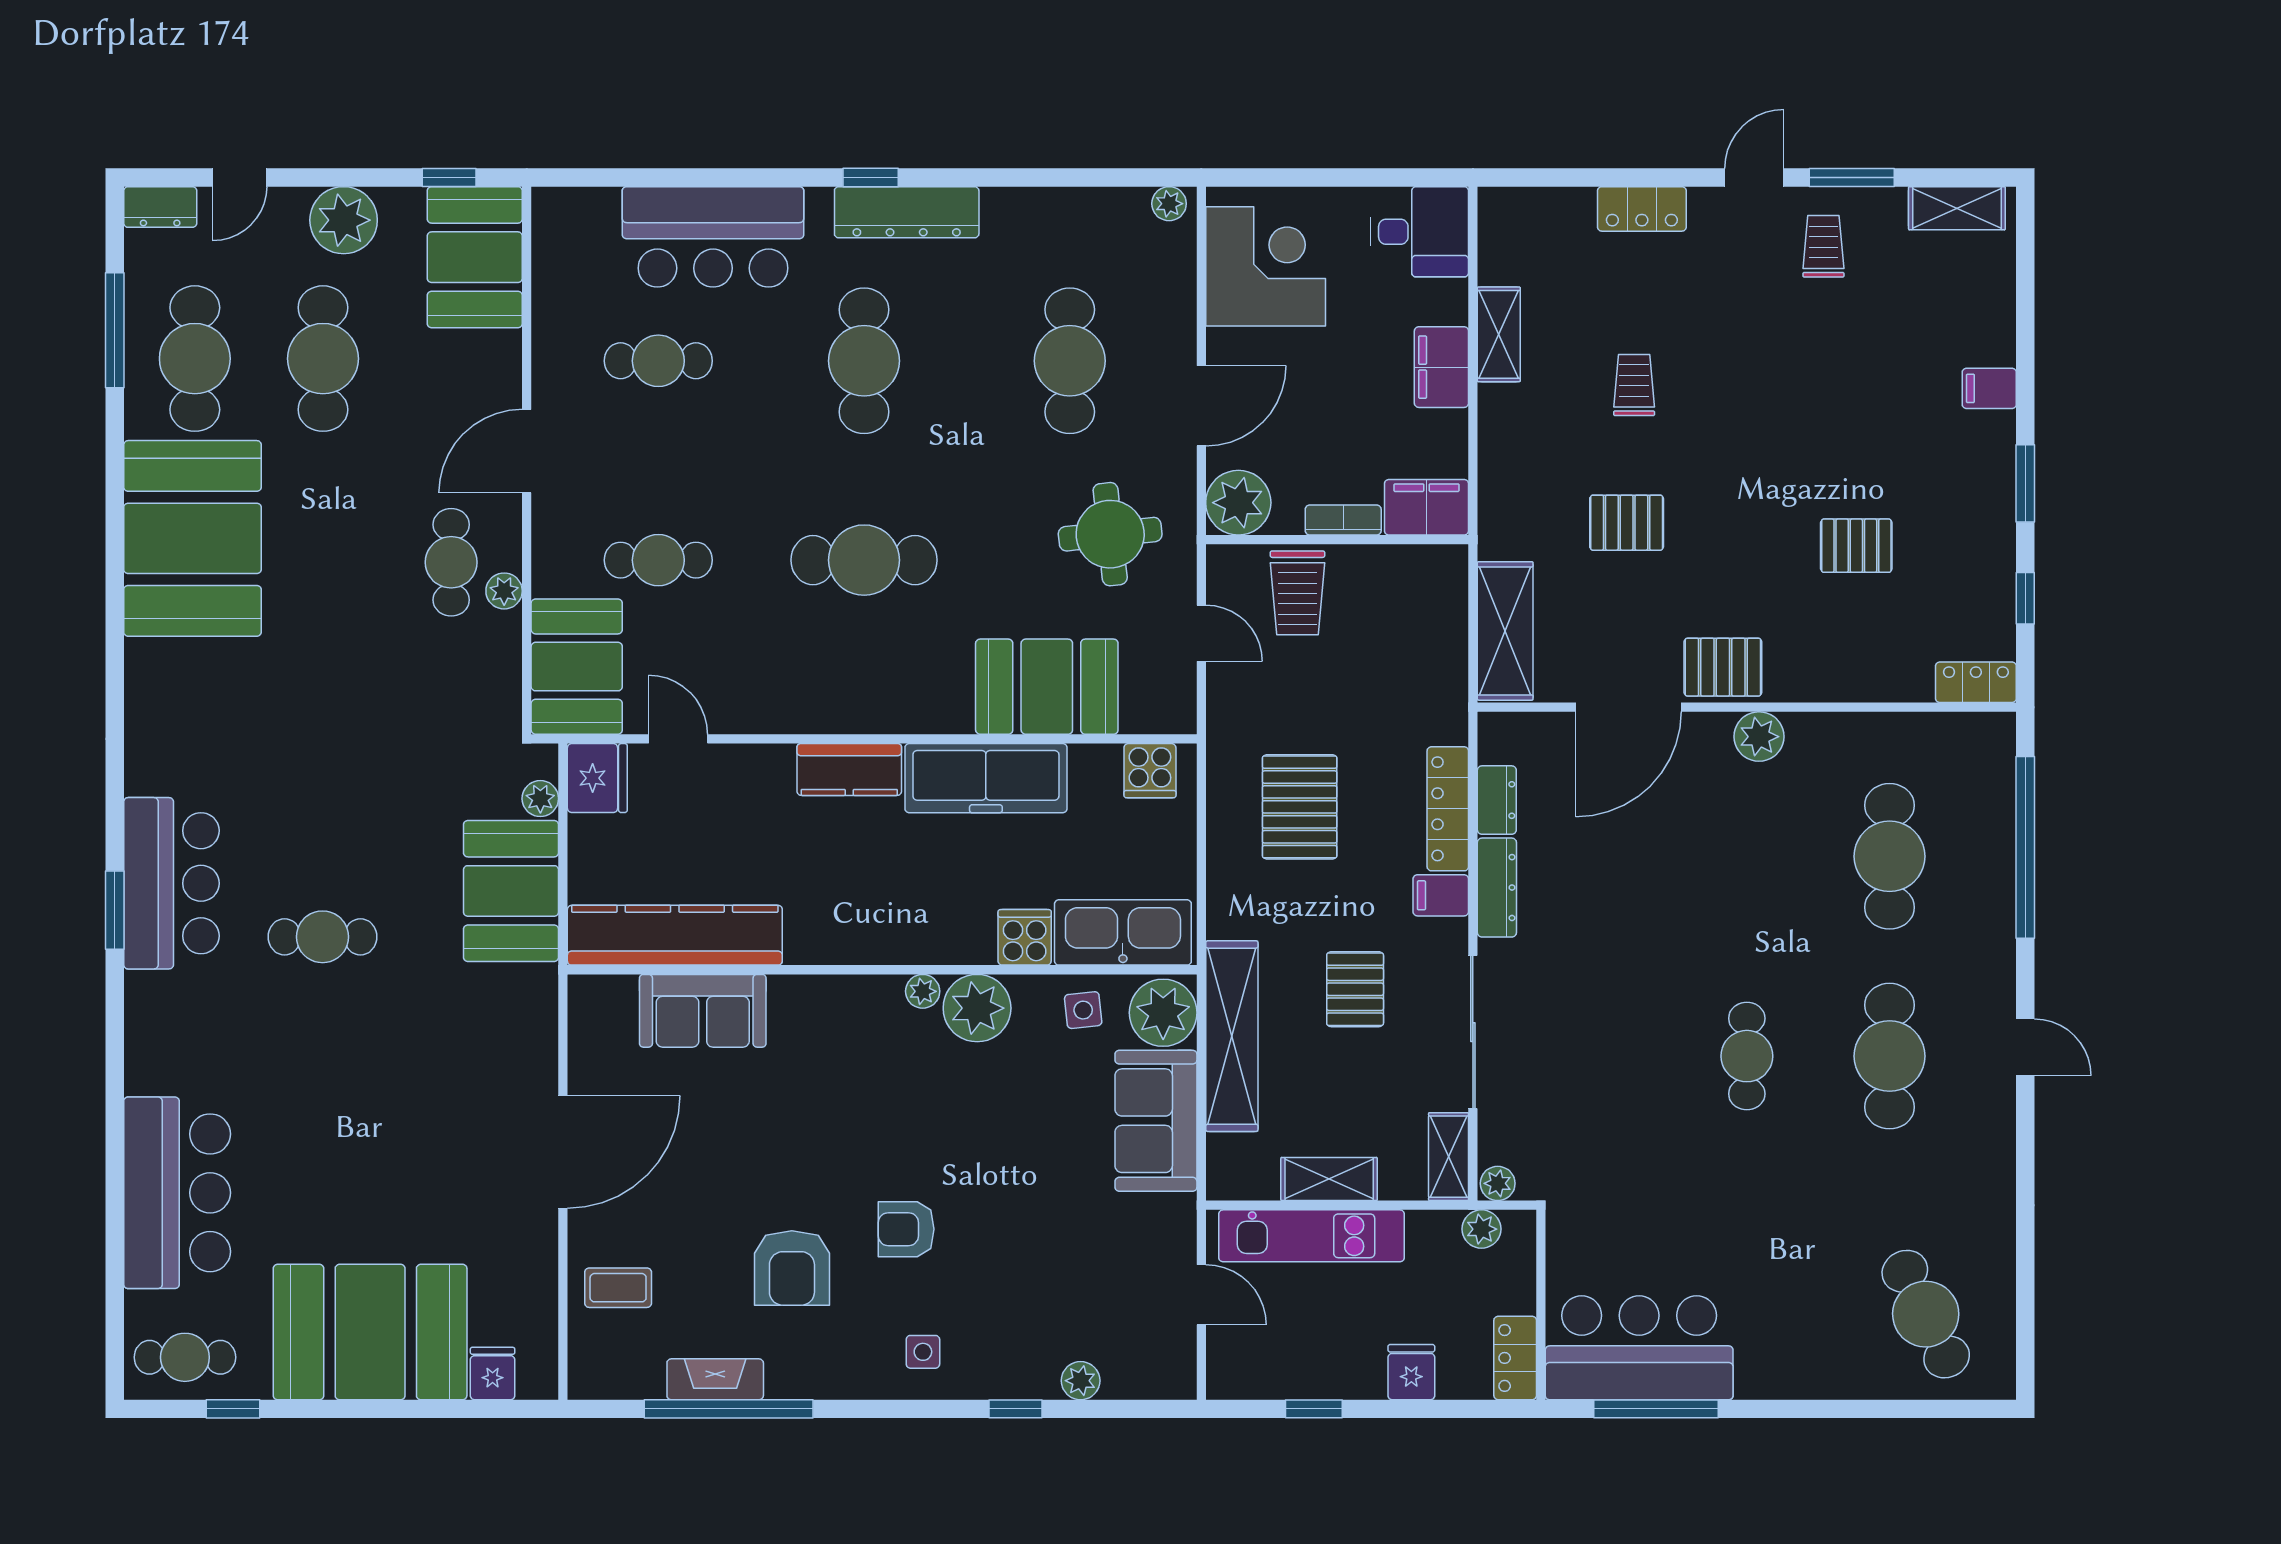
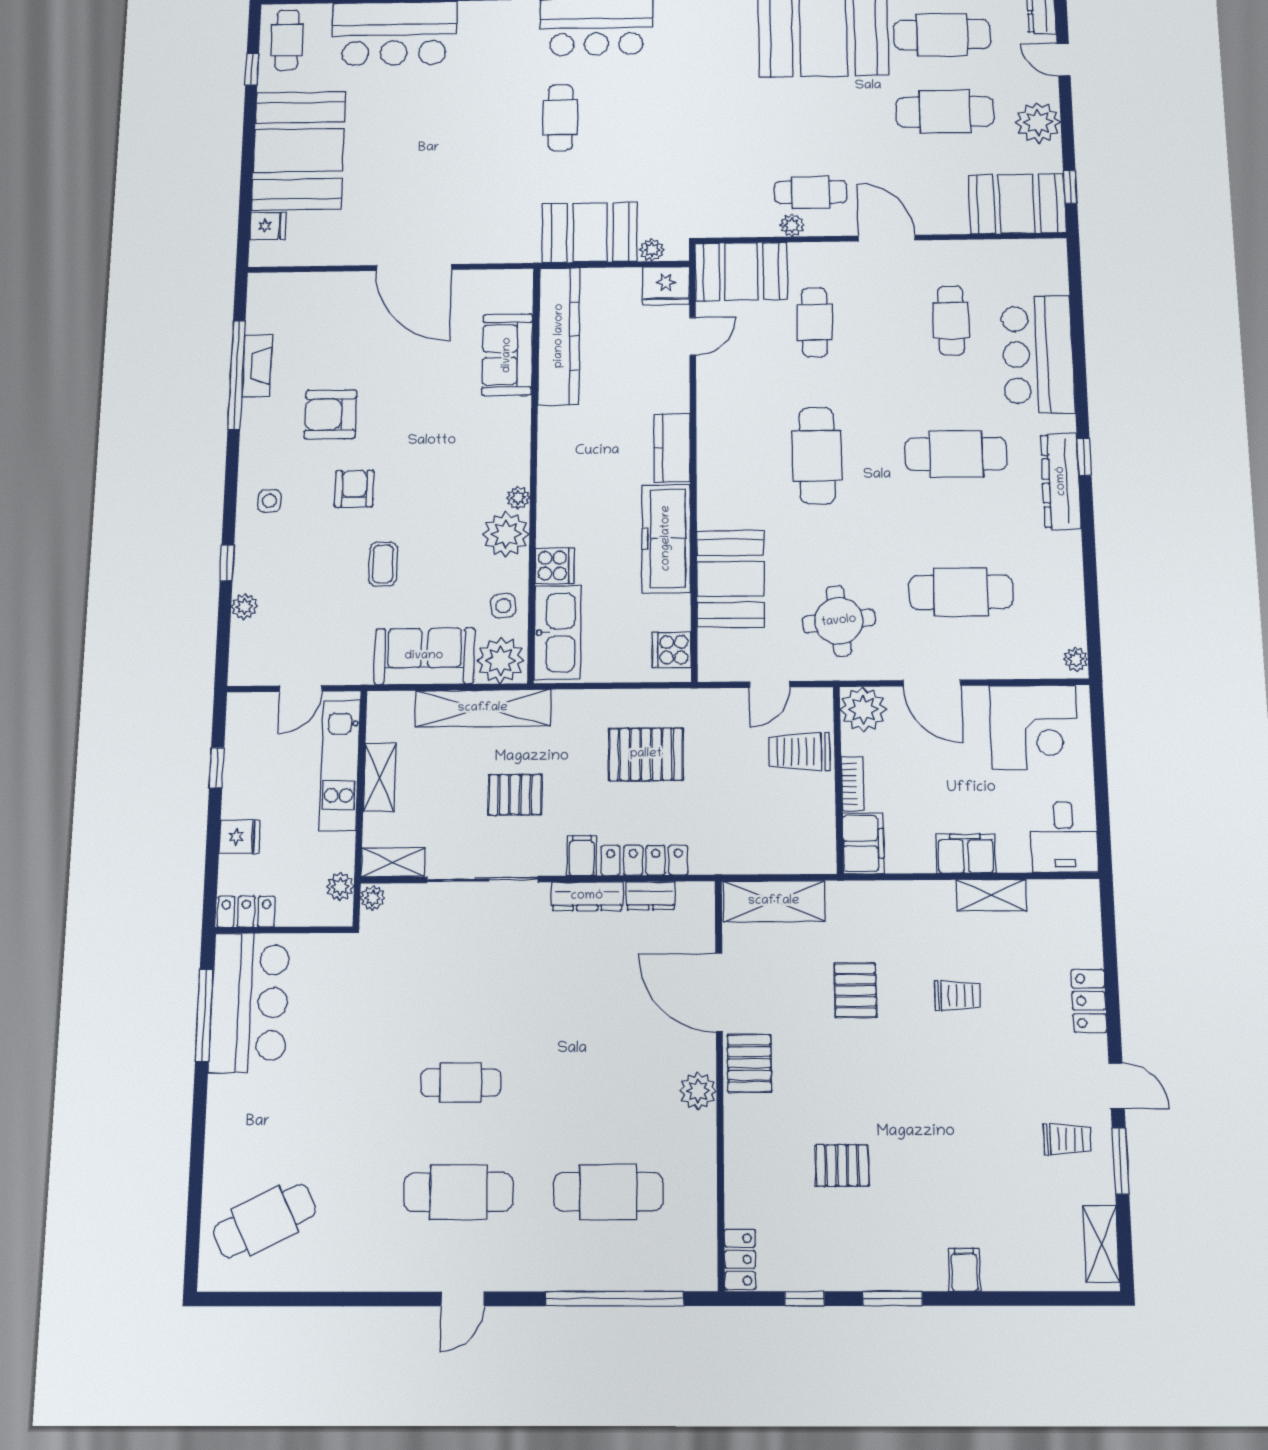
pallet: (1856, 546) -> (842, 1165), turned 90
coffee table: (618, 1288) -> (383, 564), moved

